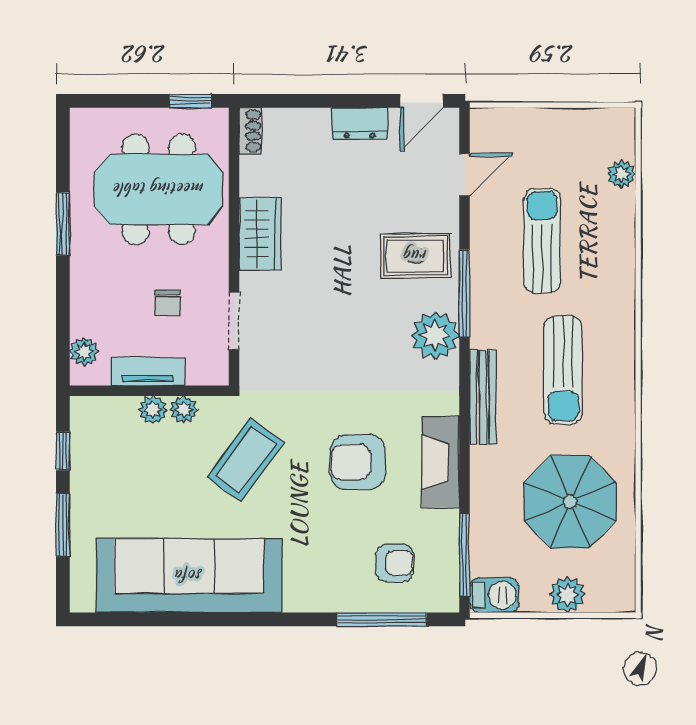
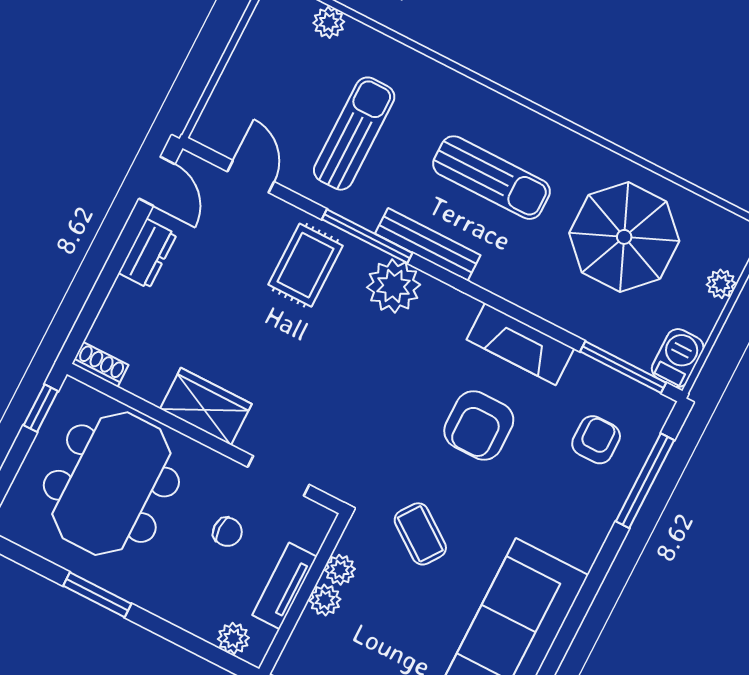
sun lounger: (542, 241) -> (354, 134), turned 90
bench: (483, 397) -> (428, 244), moved
coffee table: (246, 460) -> (420, 534), width x0.73, depth x0.77
plant: (567, 594) -> (721, 284), width x0.73, depth x0.73

